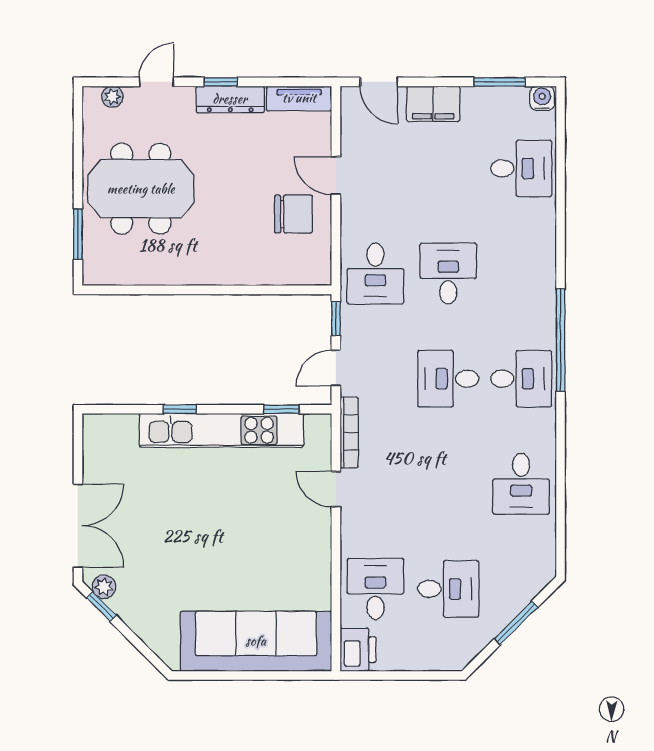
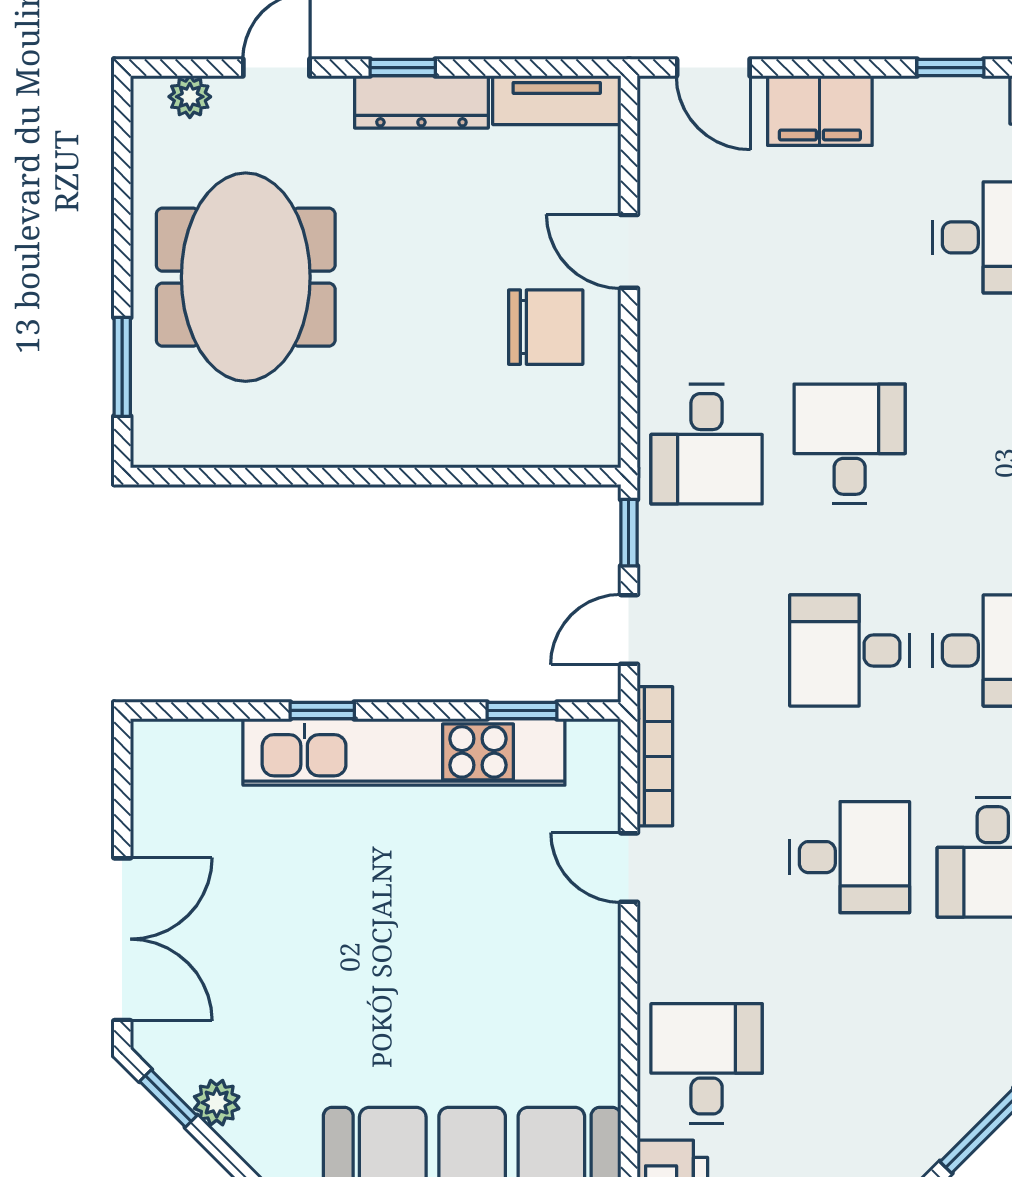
window: (500, 82) -> (950, 68), width x0.67
meeting table: (141, 189) -> (246, 277), turned 90
plant: (104, 587) -> (217, 1103), moved
desk: (448, 589) -> (850, 857), moved

